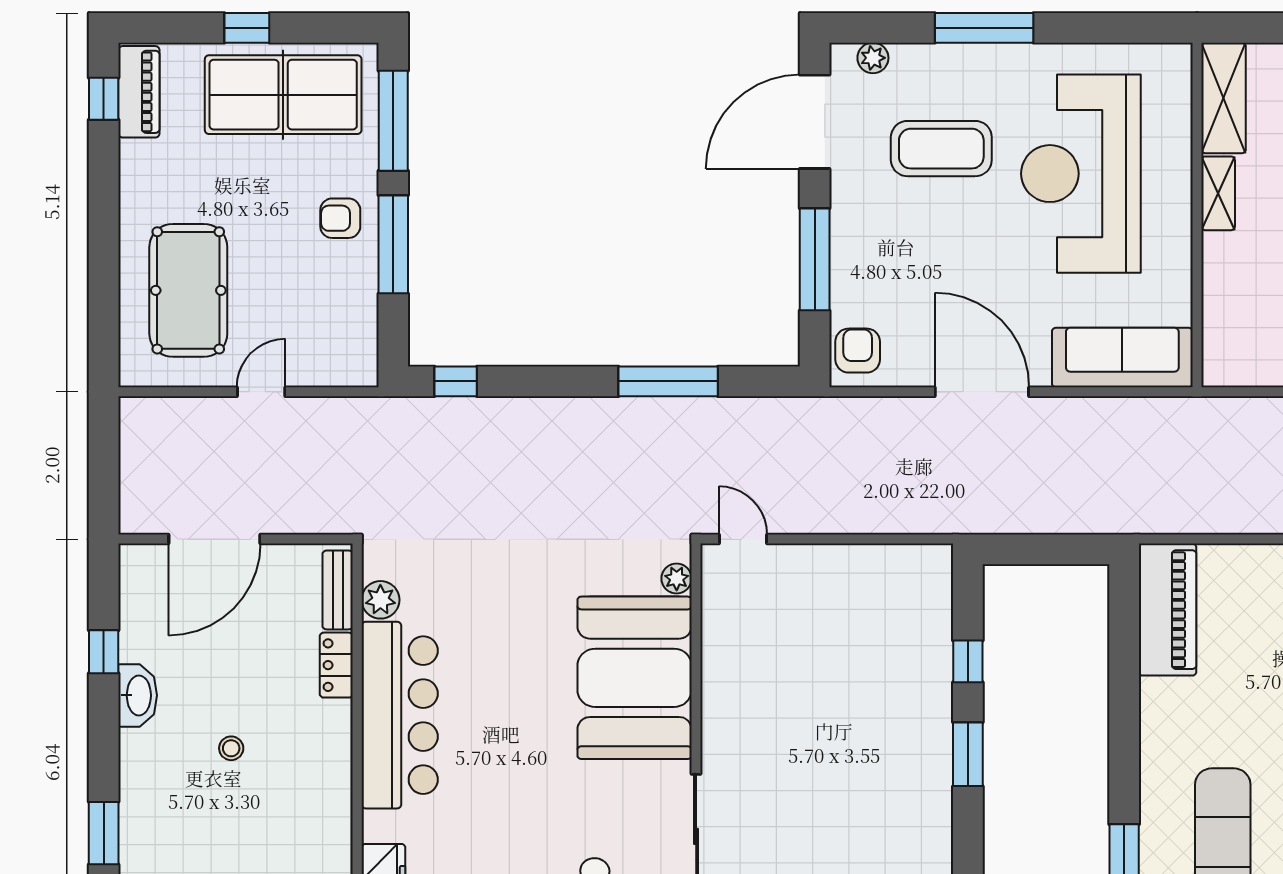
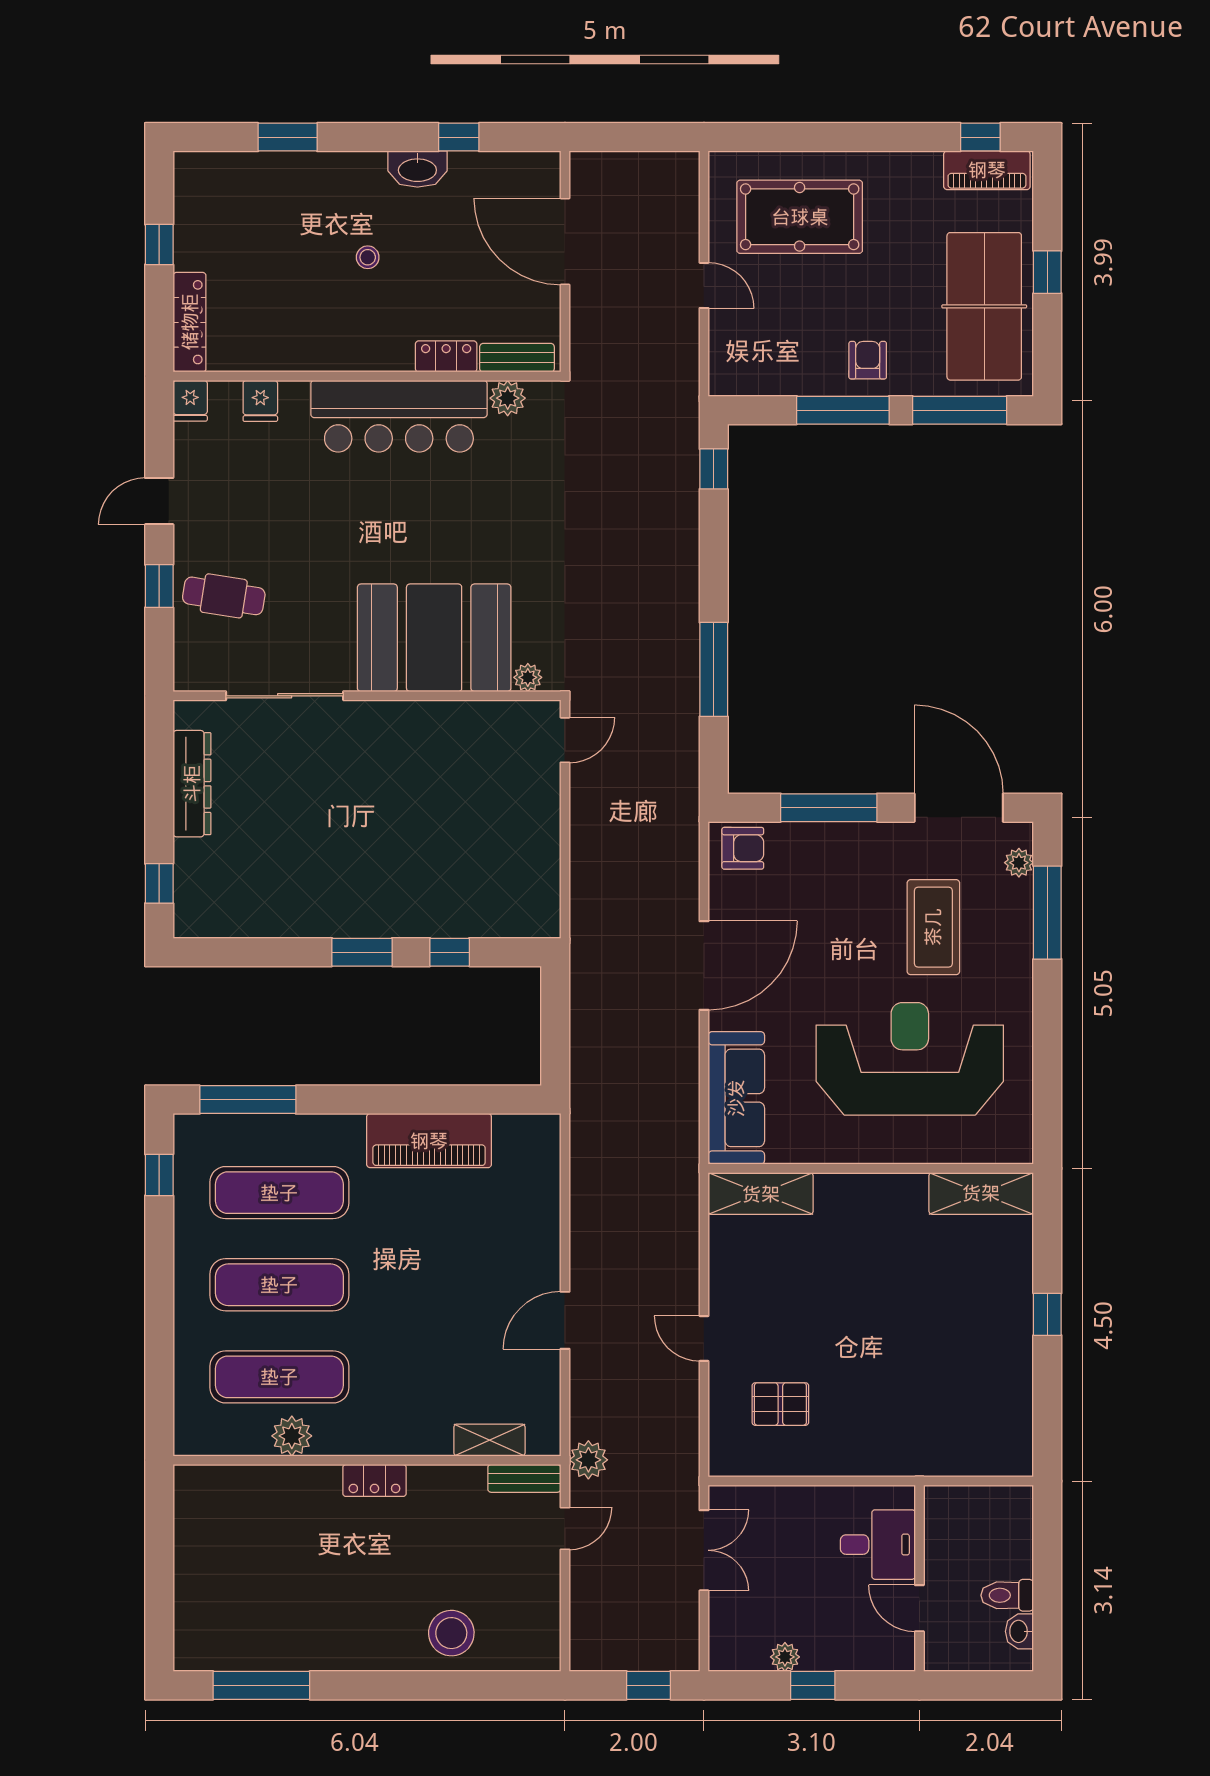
window: (984, 28) -> (1047, 913), moved
shelving: (1218, 193) -> (761, 1194), moved, width x1.50, depth x1.33
piano: (1168, 610) -> (429, 1141), moved

